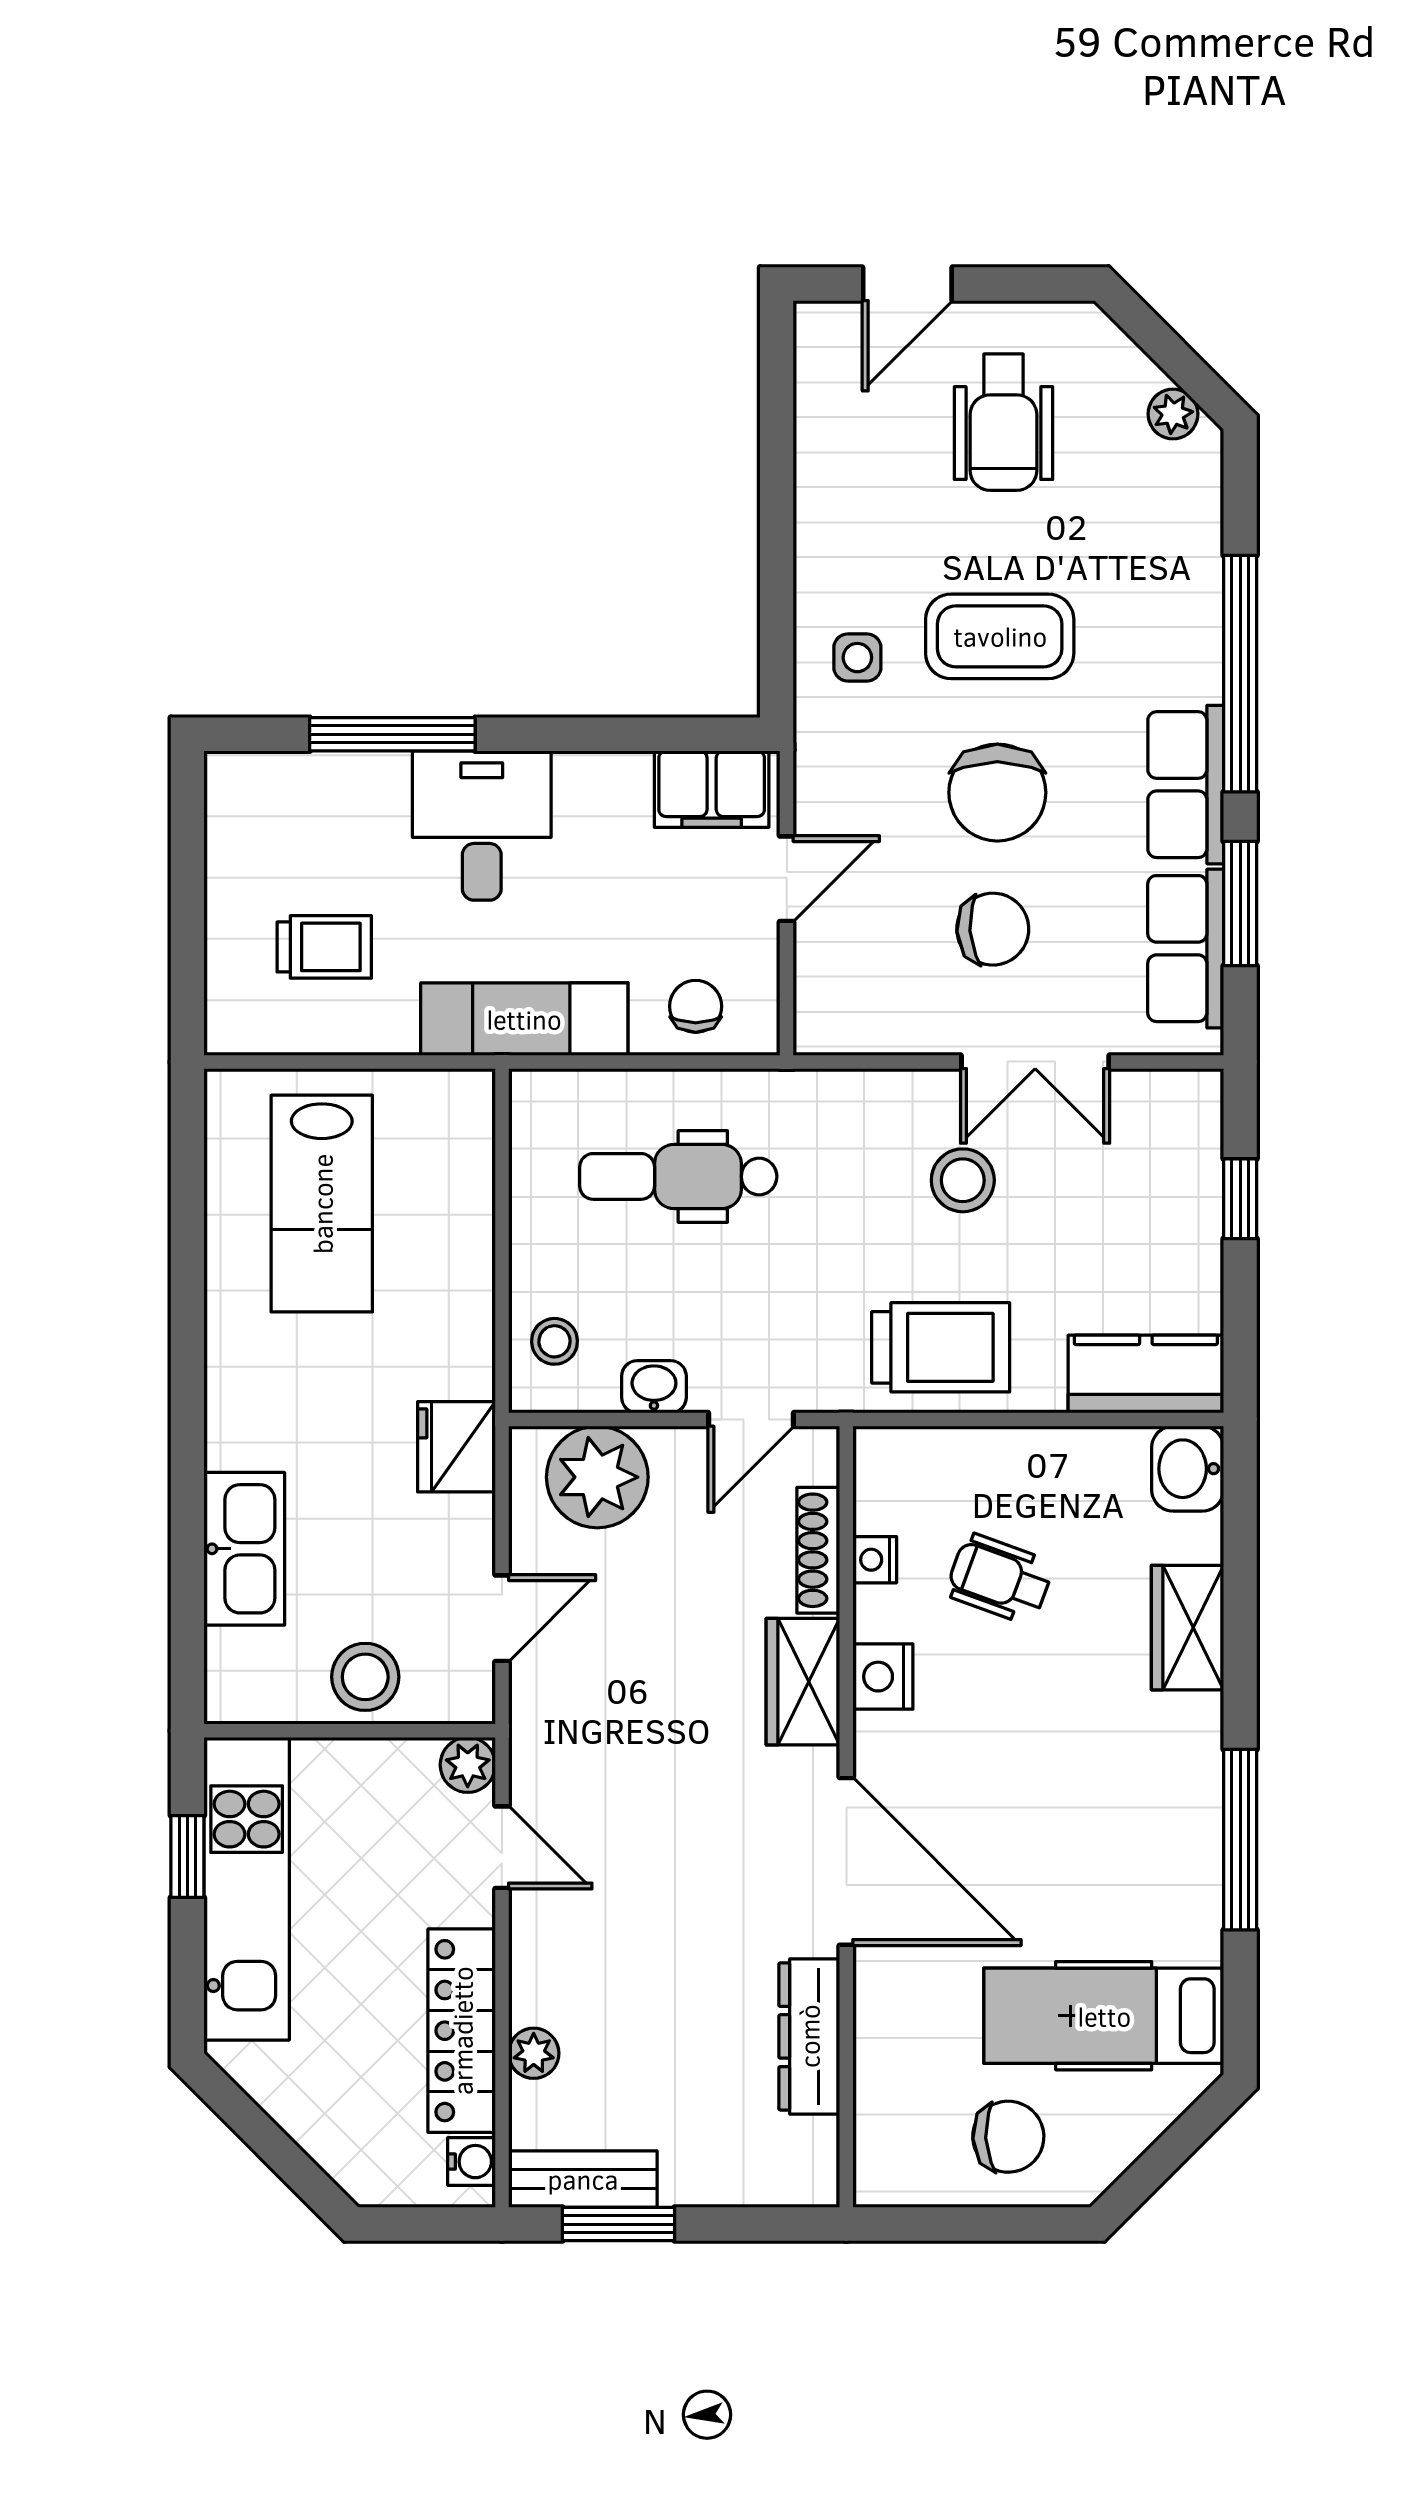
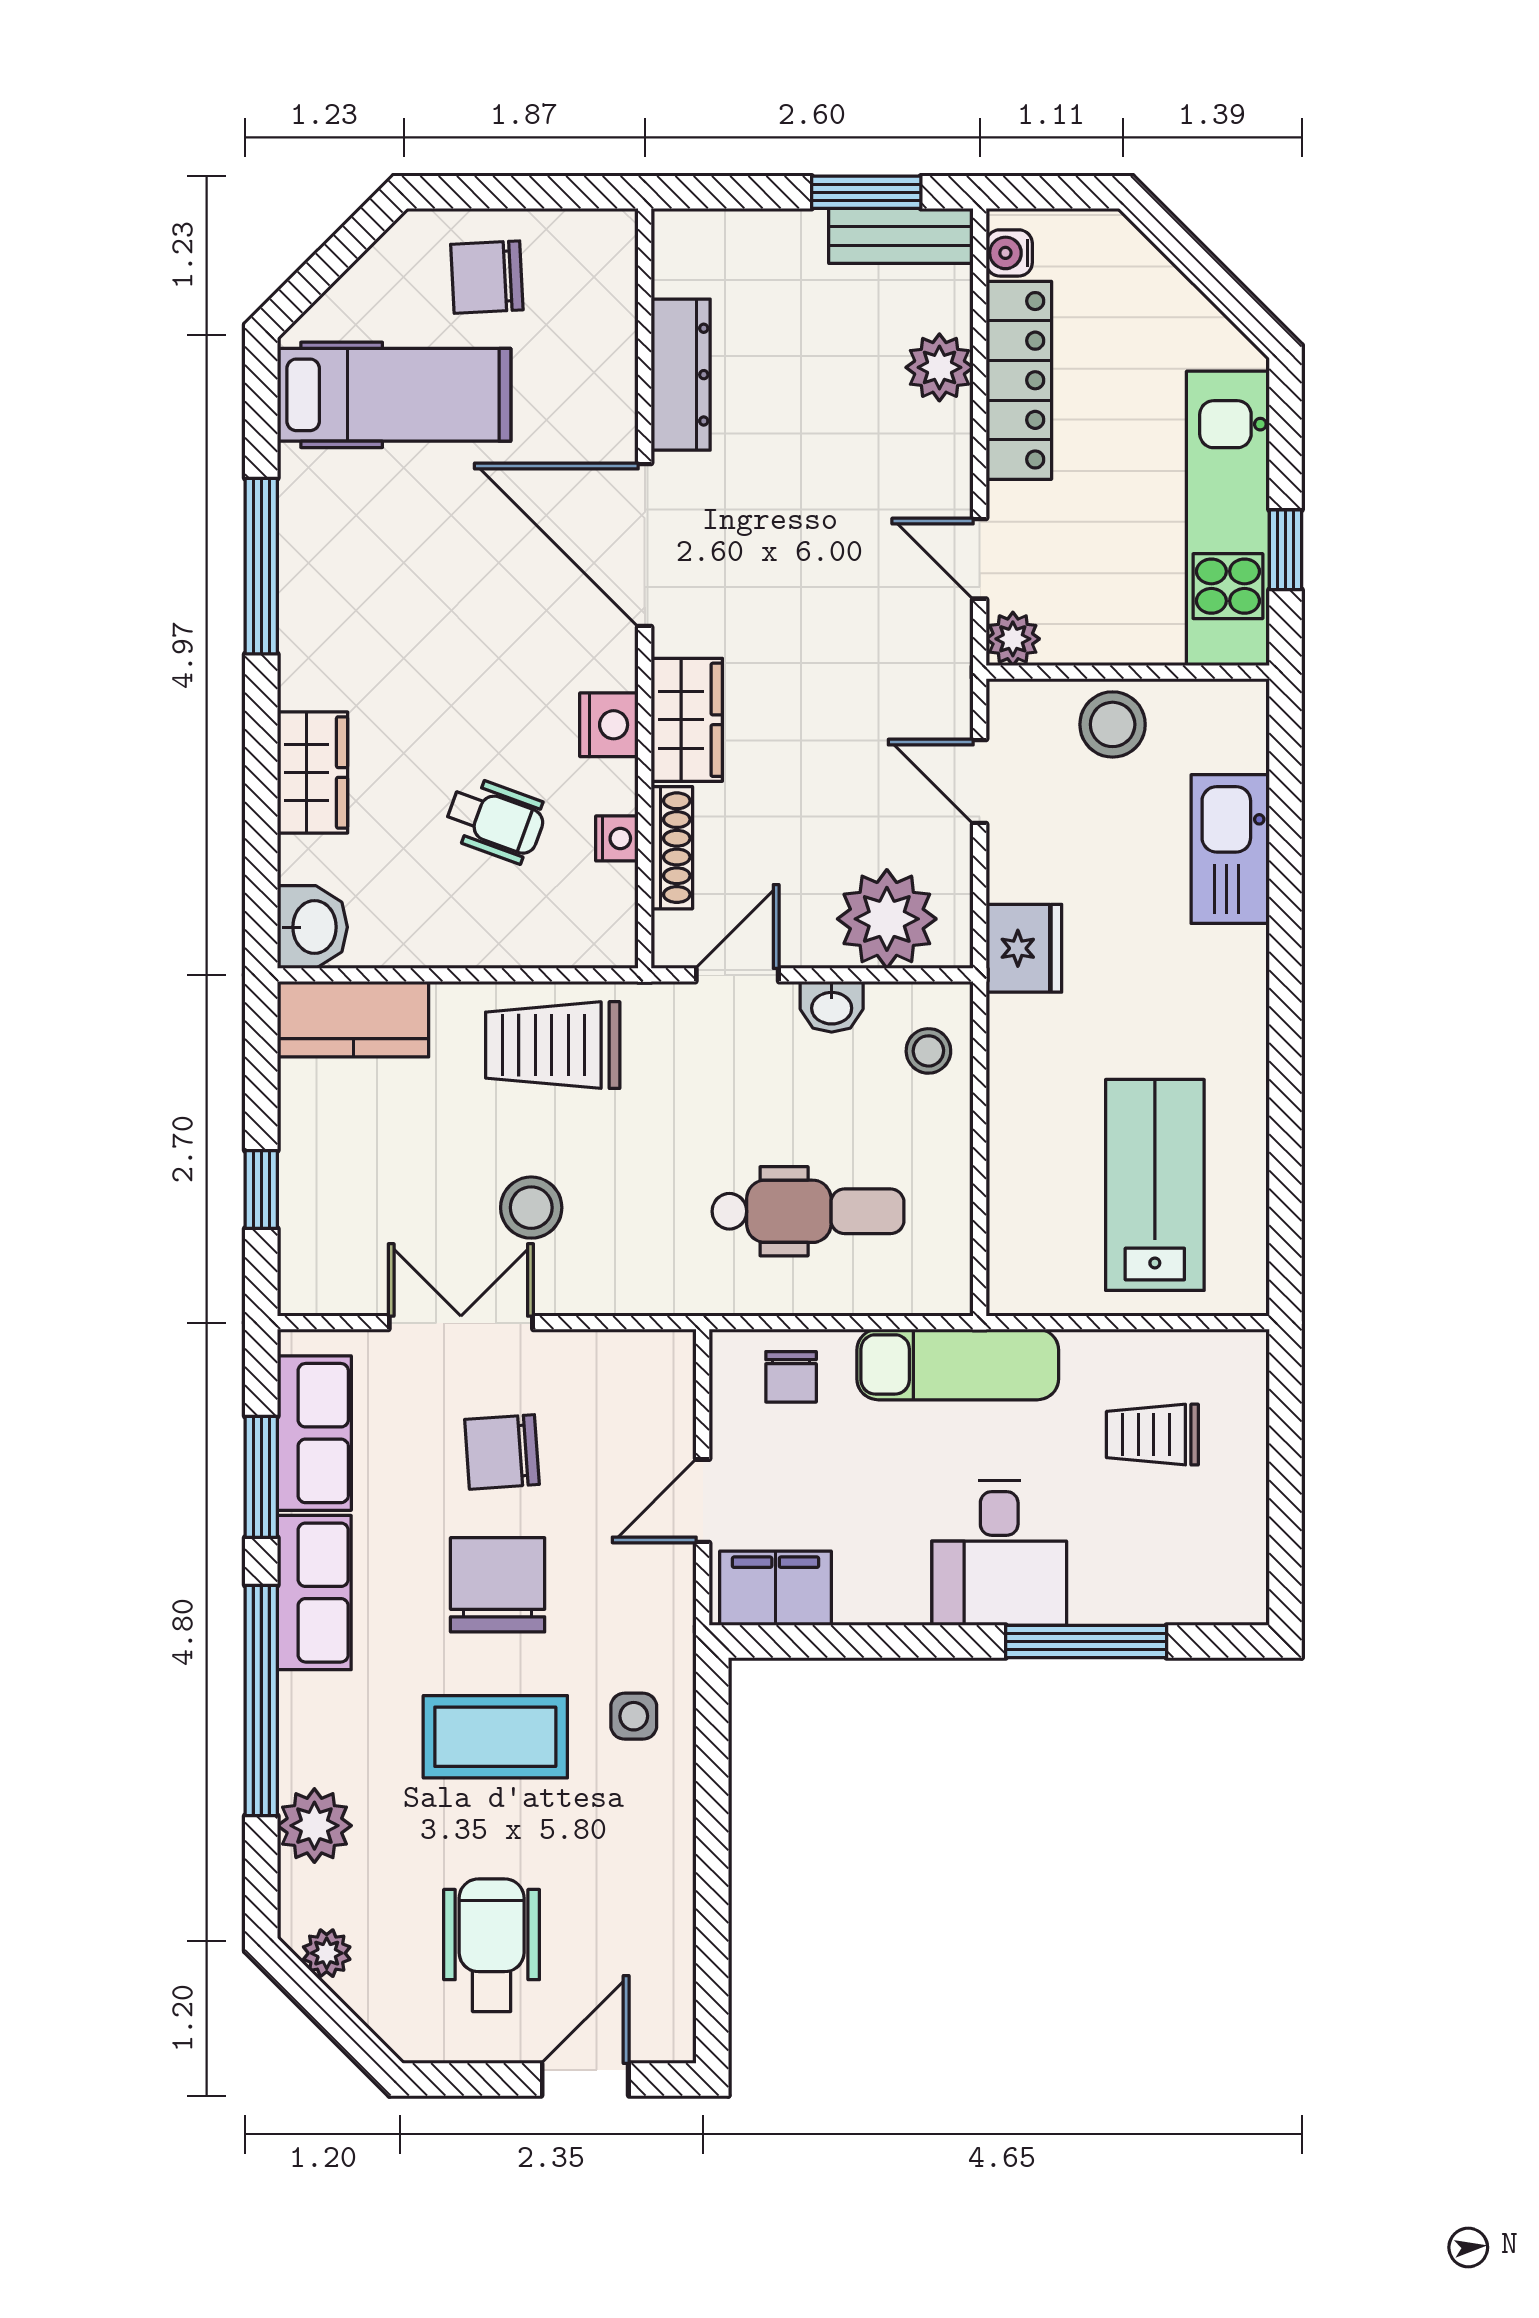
plant: (1186, 545) -> (314, 1826), added
door: (502, 1618) -> (980, 782), hinge flipped
plant: (534, 2053) -> (939, 367), width x1.38, depth x1.38

